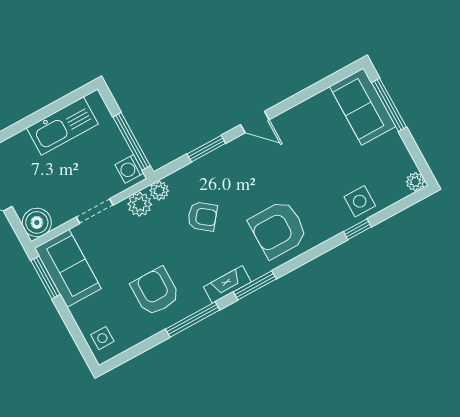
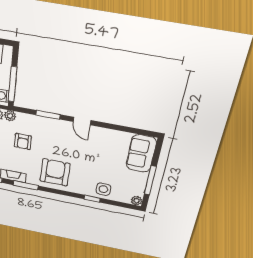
window: (389, 105) -> (150, 180), moved
armchair: (202, 216) -> (23, 141), turned 52
armchair: (278, 229) -> (55, 172), turned 90

